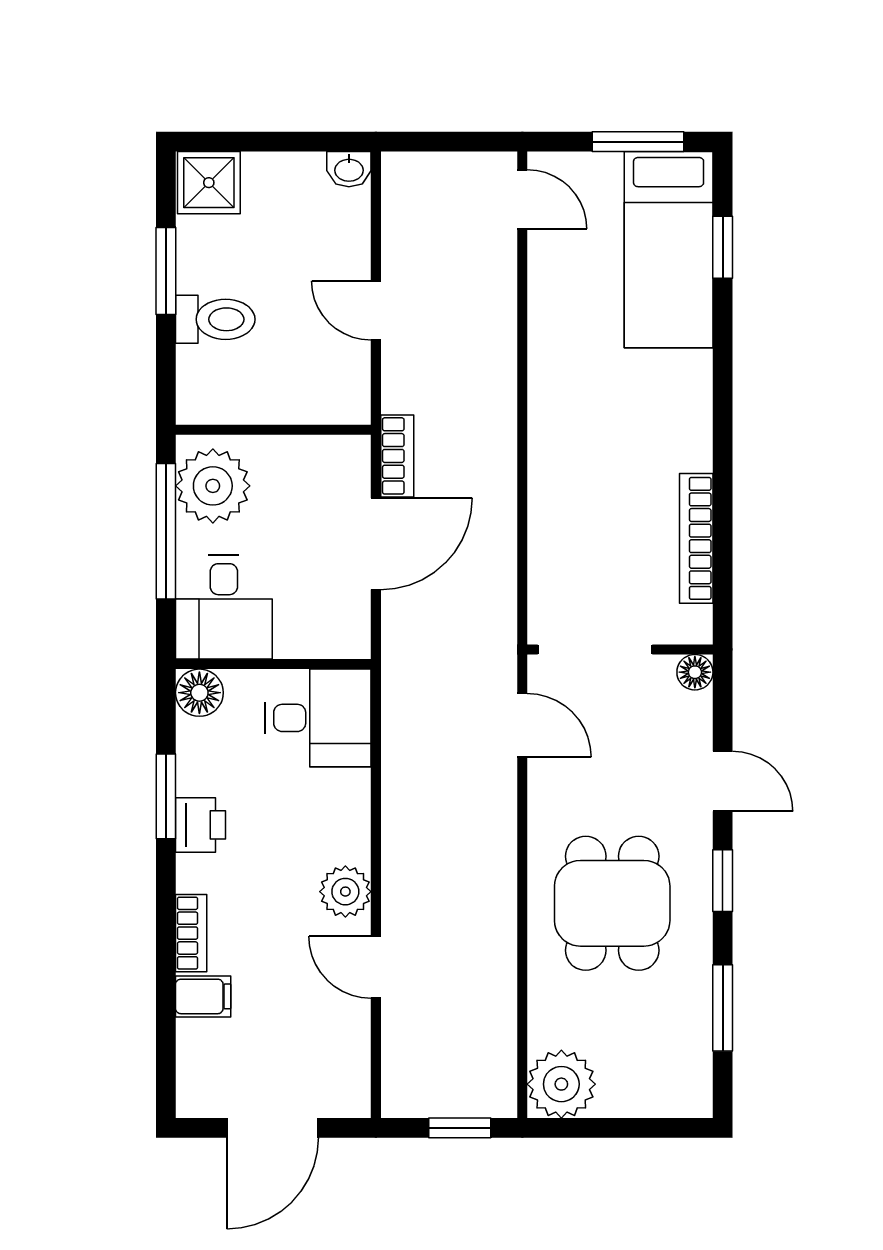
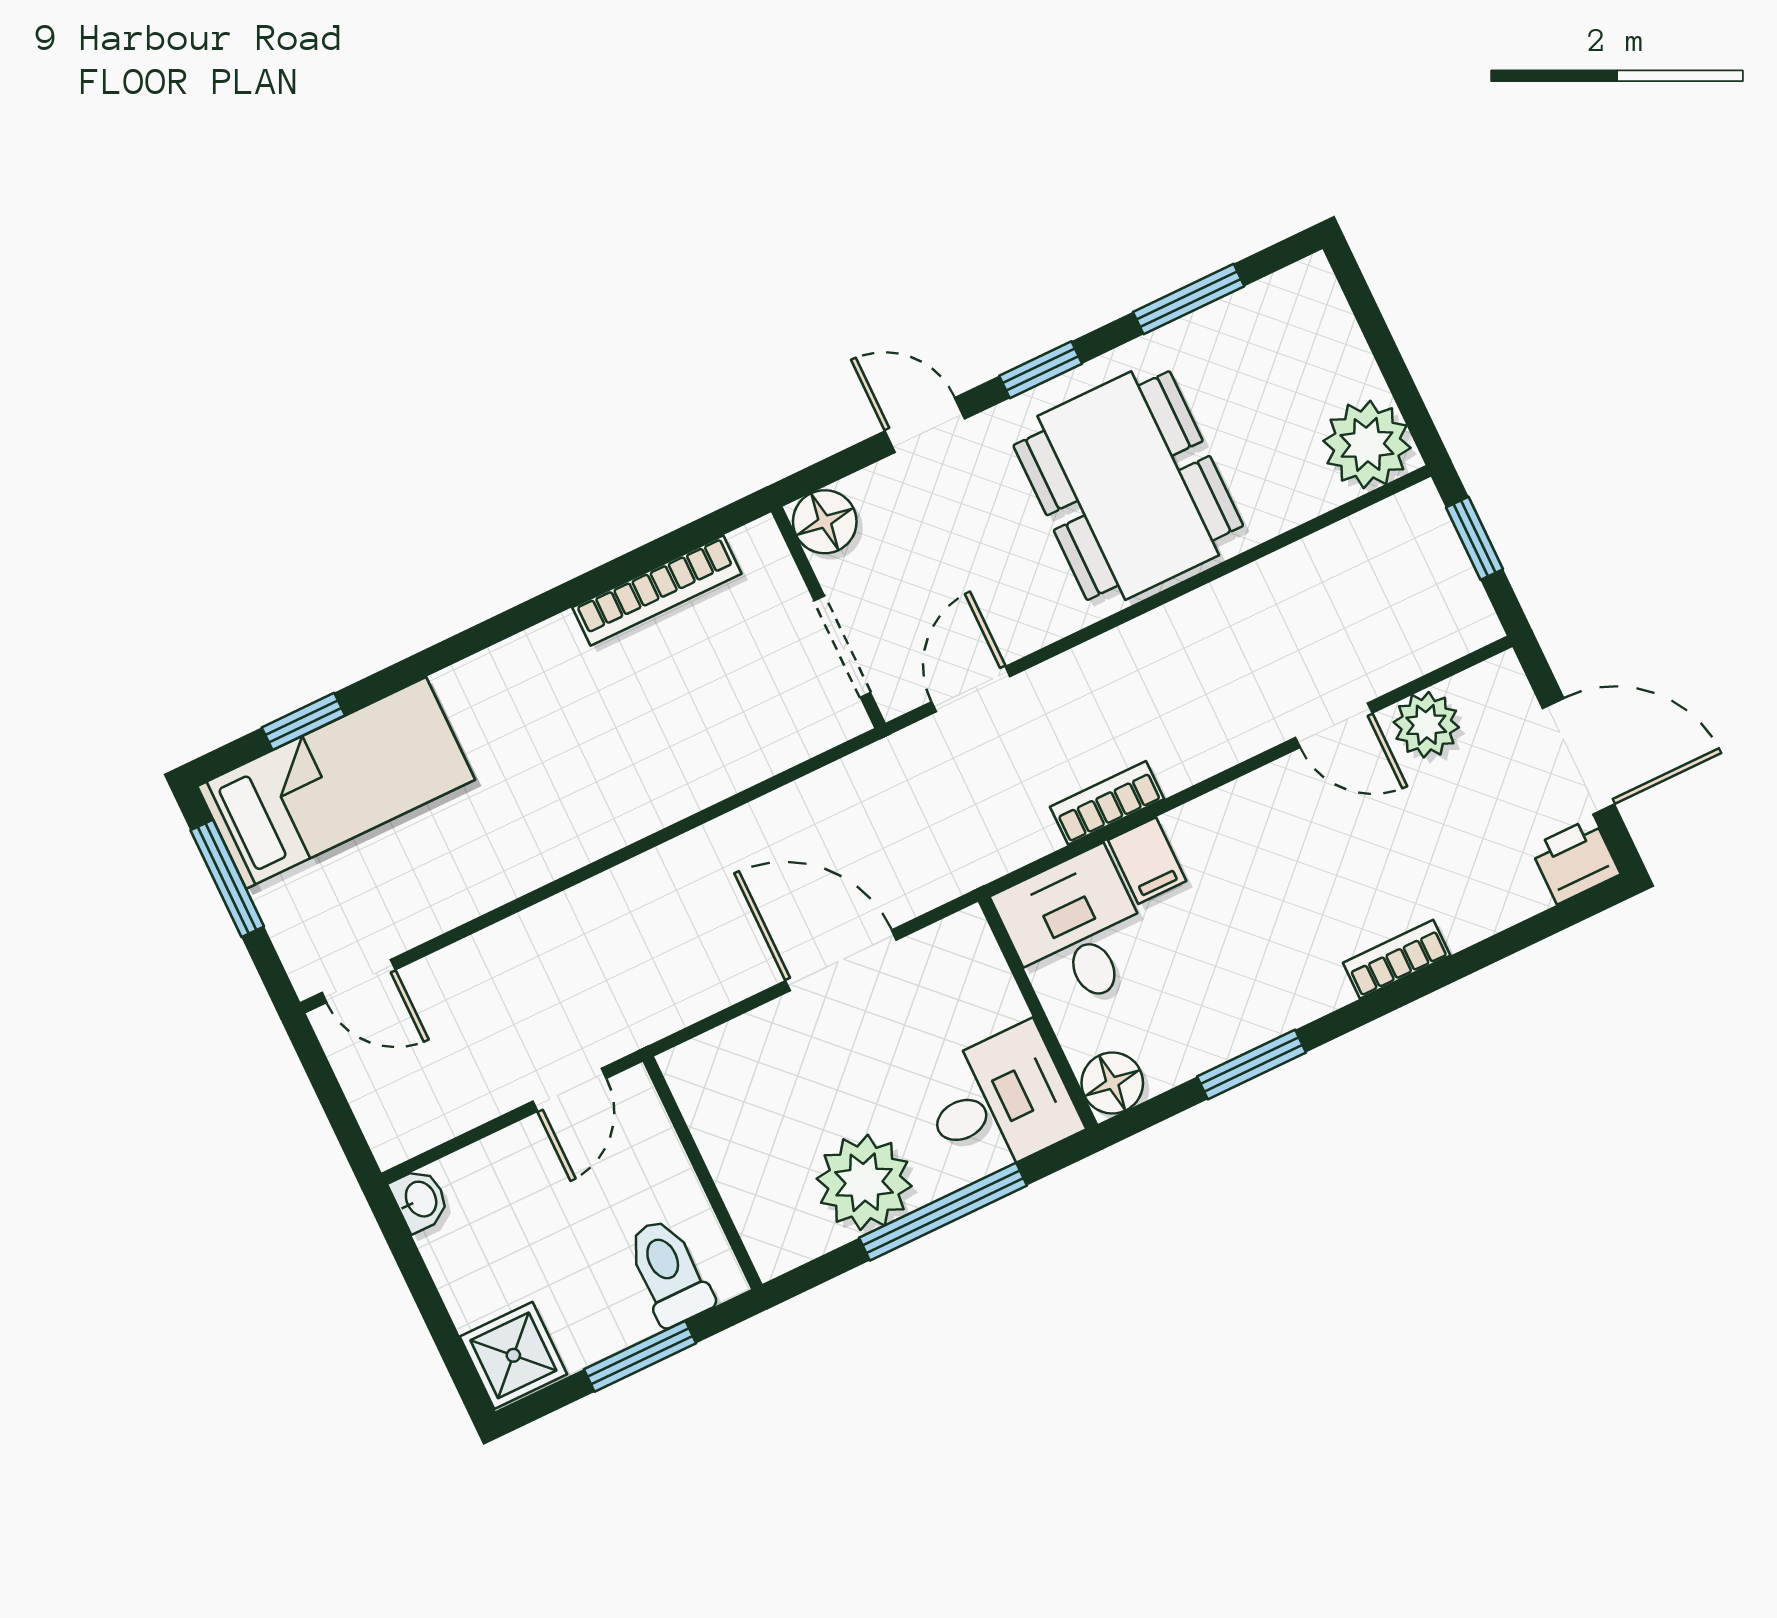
door: (522, 199) -> (359, 981), swing flipped
wall: (273, 430) -> (703, 1173), moved
bookcase: (397, 456) -> (1107, 803), moved
doorway: (595, 649) -> (842, 647), width x0.73
floor lamp: (695, 672) -> (825, 522), width x1.37, depth x1.37
door: (723, 781) -> (925, 425), hinge flipped
printer: (201, 825) -> (1575, 861), moved
plant: (345, 892) -> (1426, 725), moved
dining table: (612, 903) -> (1128, 486), width x1.38
door: (376, 967) -> (1334, 725), hinge flipped
filing cabinet: (203, 996) -> (1147, 861), moved, turned 180

